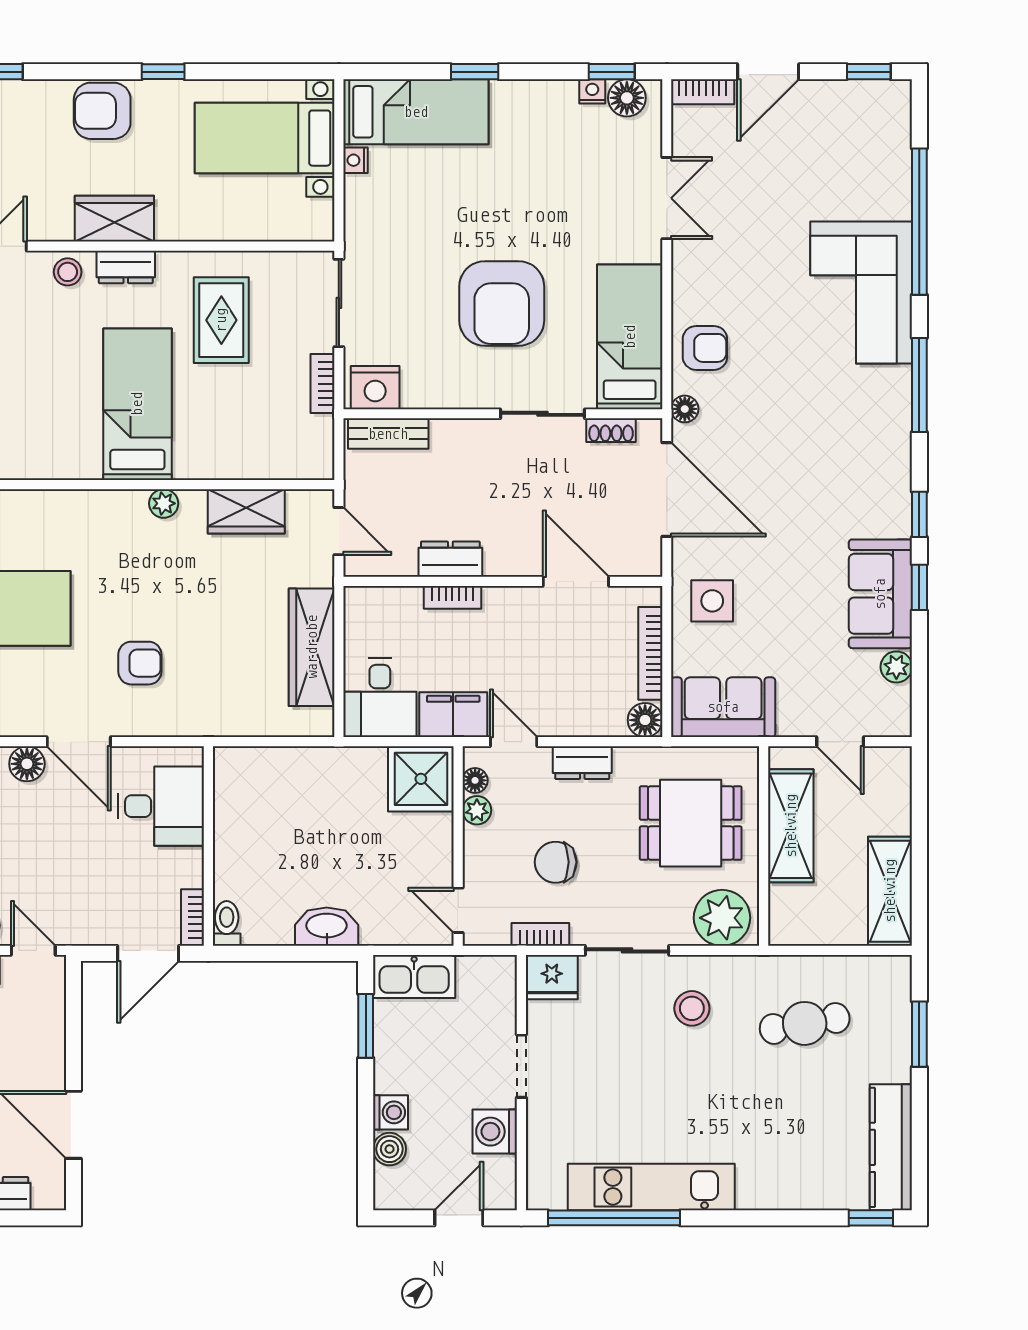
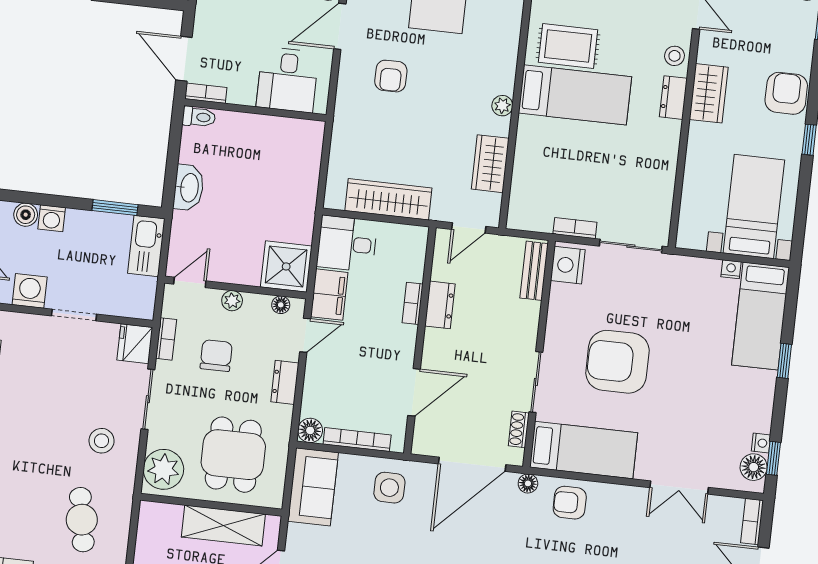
rug: (221, 320) -> (568, 46), moved
armchair: (705, 348) -> (570, 503), turned 90
plant: (477, 810) -> (232, 301), moved

